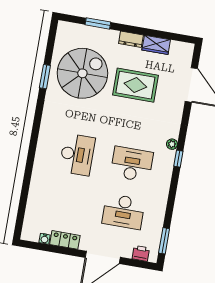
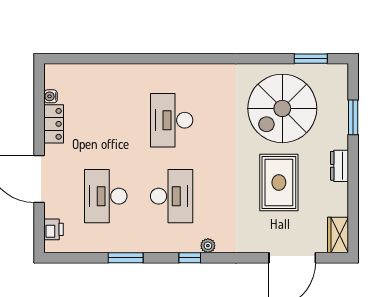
wardrobe: (156, 45) -> (338, 235), moved
spiral stairs: (82, 73) -> (282, 108), turned 90
window: (45, 77) -> (311, 59), moved
desk: (77, 155) -> (172, 120), turned 90
window: (164, 241) -> (126, 258), moved

